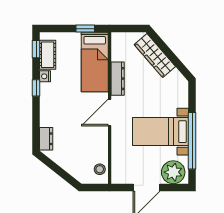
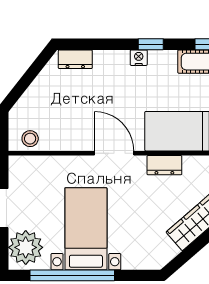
nightstand: (45, 76) -> (139, 58), moved
dresser: (118, 79) -> (164, 165), width x0.70

